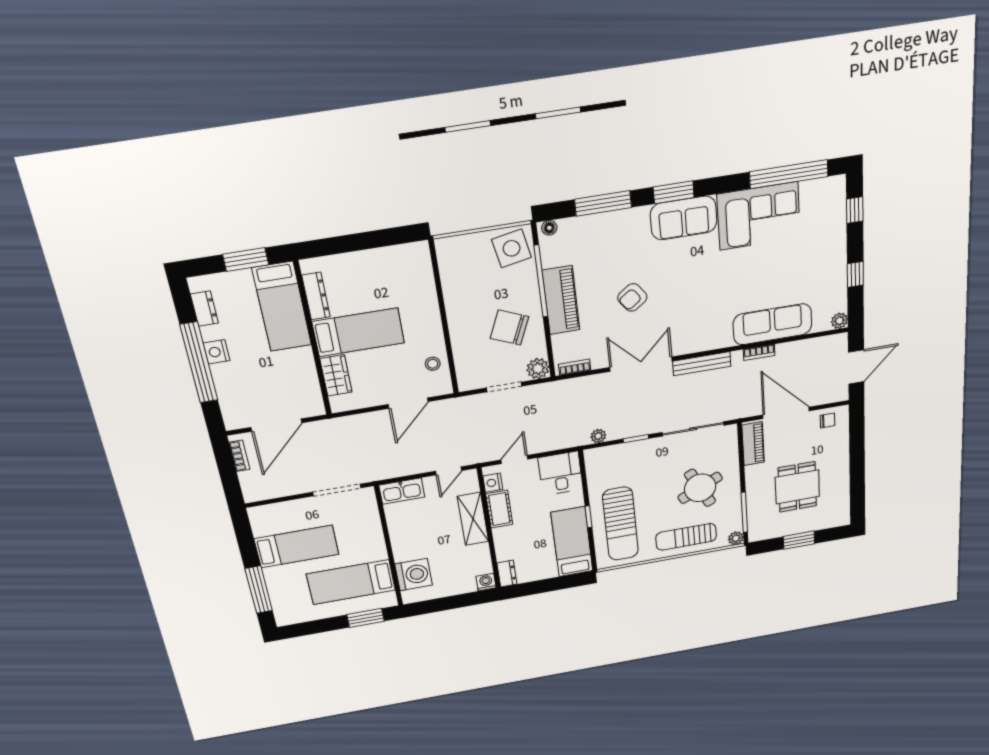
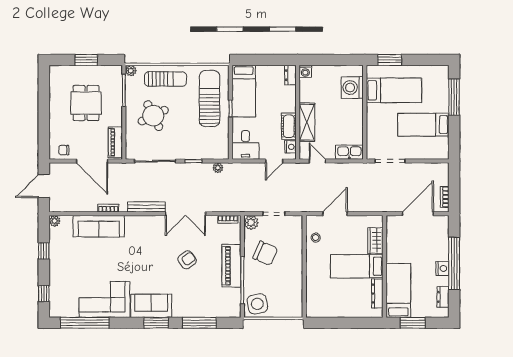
floor lamp: (549, 228) -> (233, 313), removed
door: (448, 471) -> (317, 161), hinge flipped

